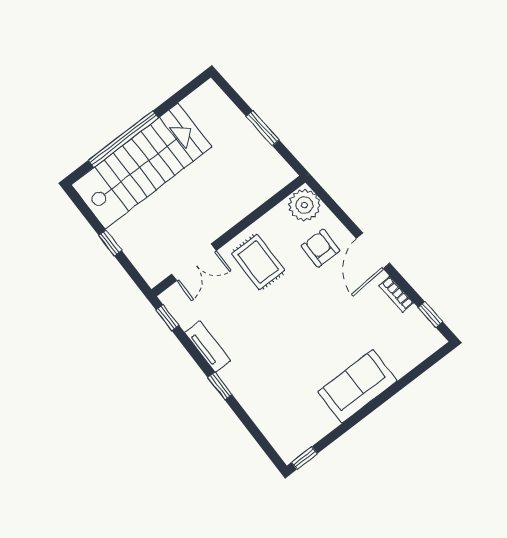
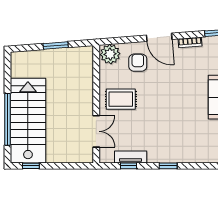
window: (110, 243) -> (31, 166), moved
armchair: (320, 248) -> (138, 63), turned 90
window: (168, 318) -> (129, 166), moved
tv unit: (208, 347) -> (131, 157), moved

